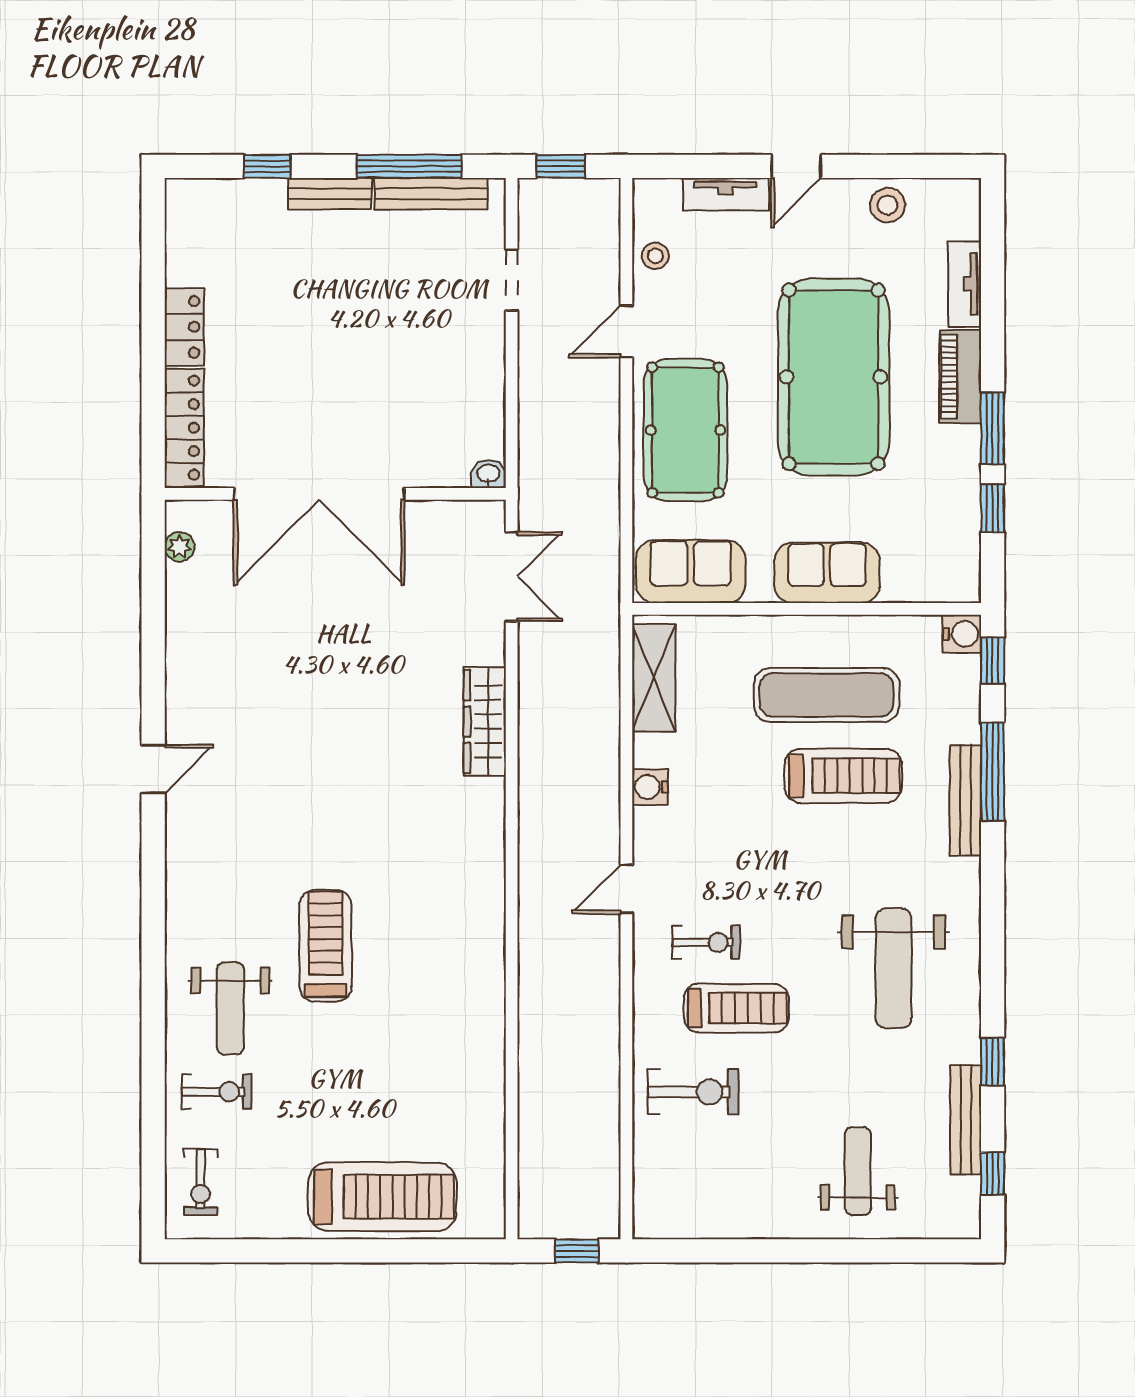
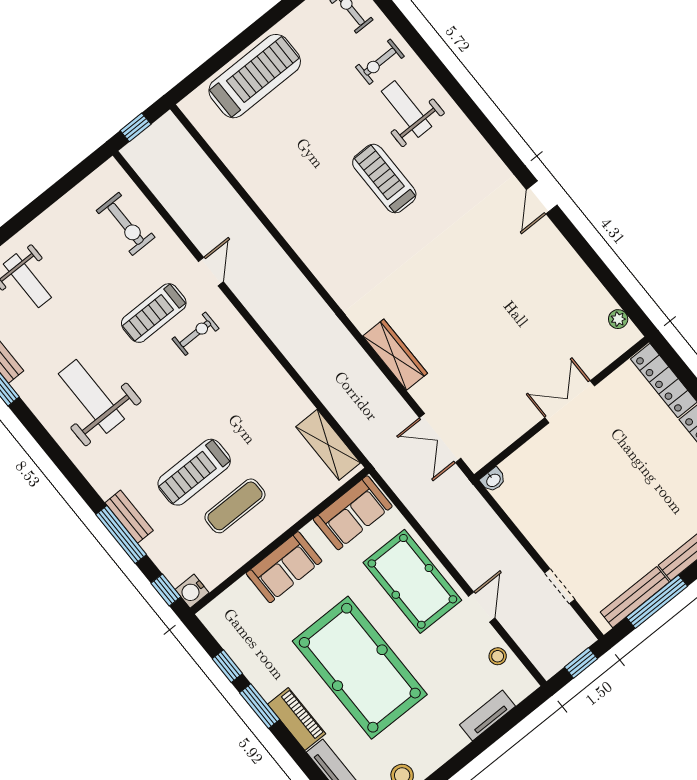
door: (796, 166) -> (463, 758), removed
double door: (319, 494) -> (570, 402), width x0.54
exercise mat: (827, 695) -> (235, 506), width x0.73, depth x0.69
water cooler: (650, 787) -> (286, 389), removed
bench: (965, 800) -> (129, 517), width x0.73
door: (626, 889) -> (211, 272), moved
exercise bike: (706, 942) -> (195, 334), turned 180
treadmill: (325, 946) -> (384, 179), turned 180
exercise bike: (693, 1092) -> (126, 224), moved, turned -90
treadmill: (382, 1197) -> (255, 76), turned 180

